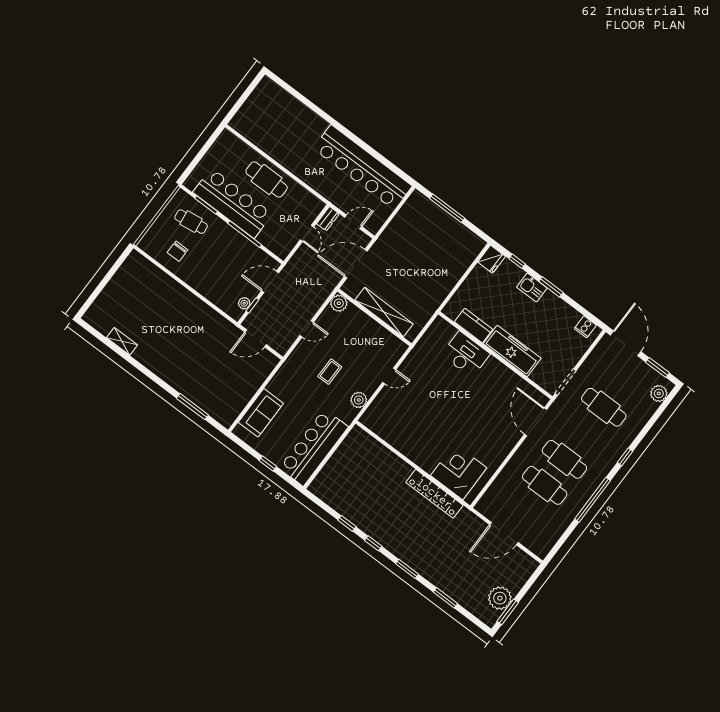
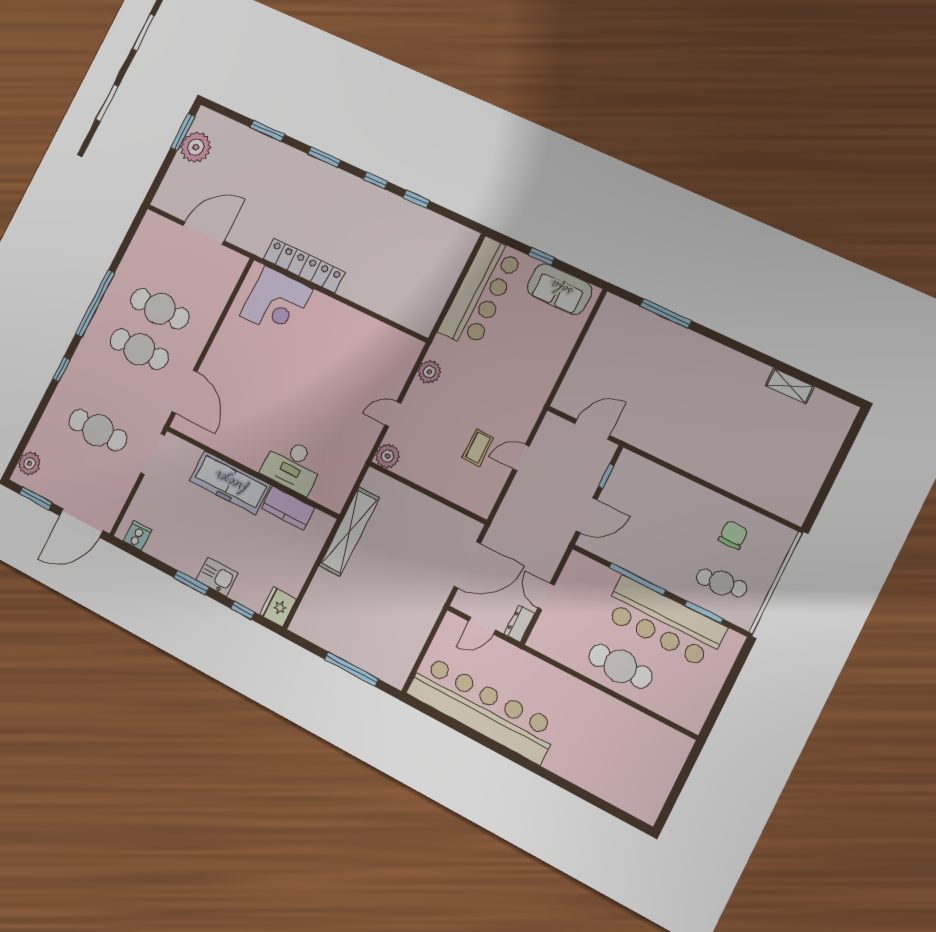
plant: (244, 303) -> (619, 477), removed
plant: (339, 303) -> (388, 456), moved
shelving: (384, 312) -> (349, 532), moved, turned 90
door: (626, 343) -> (81, 523), hinge flipped
coffee table: (330, 372) -> (478, 448), moved
sofa: (261, 413) -> (560, 289), moved, turned -90

